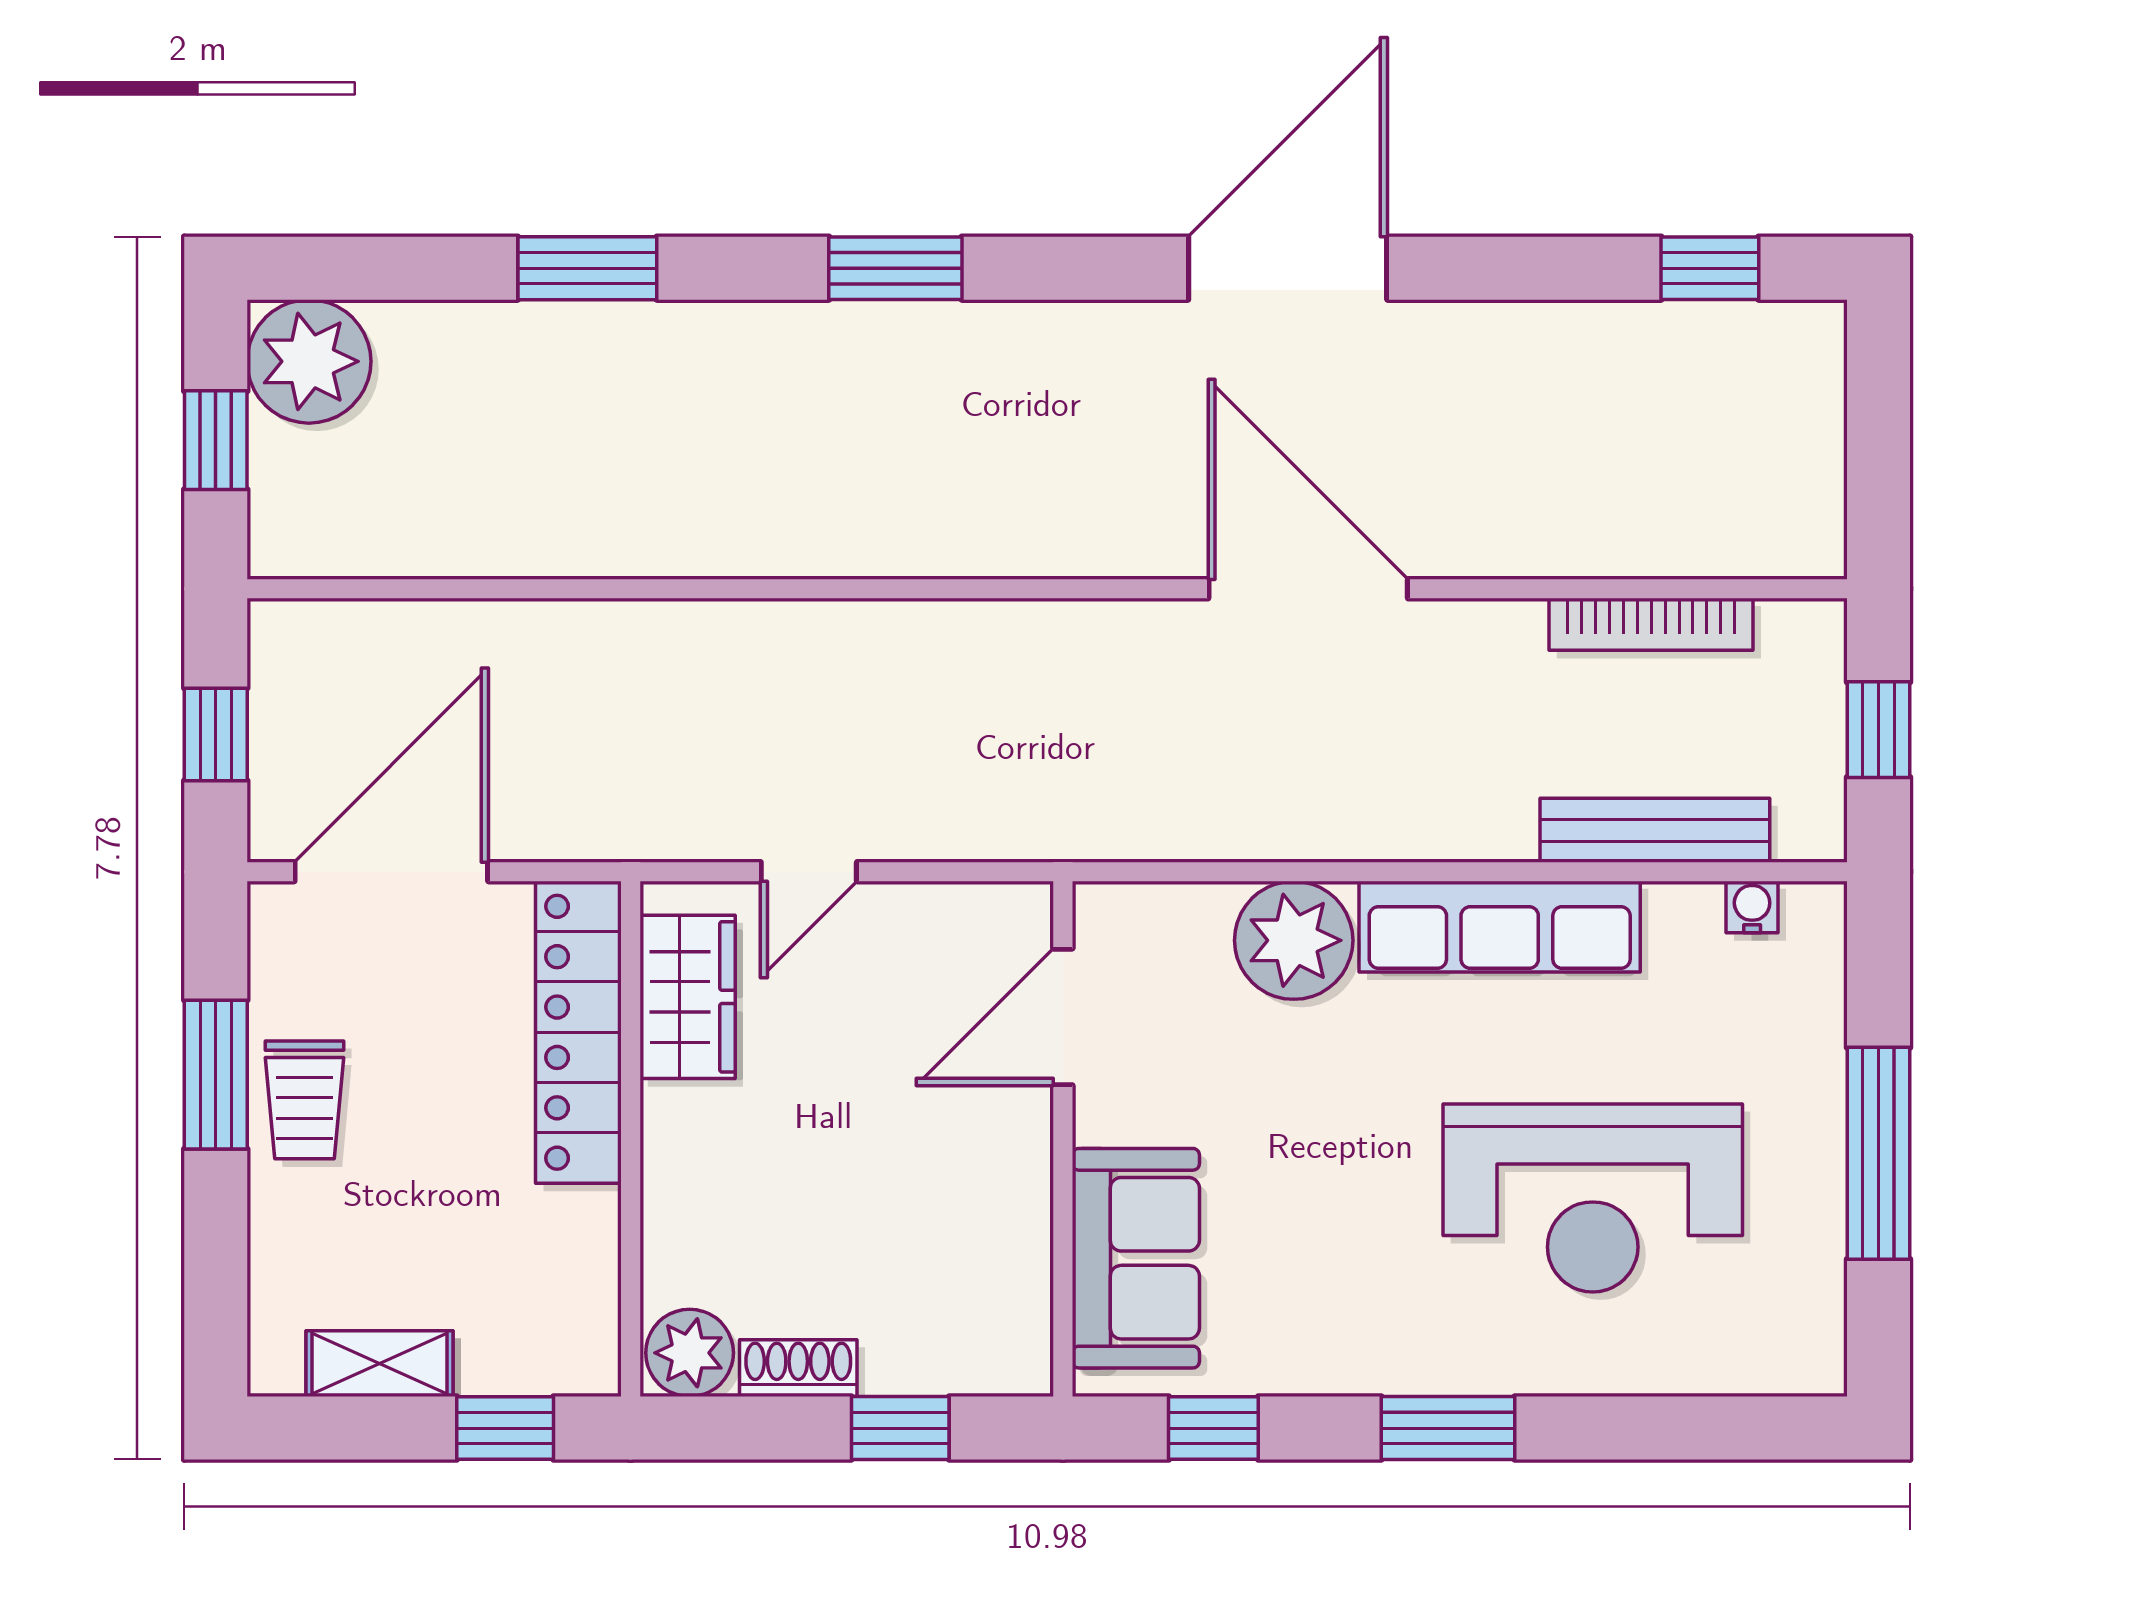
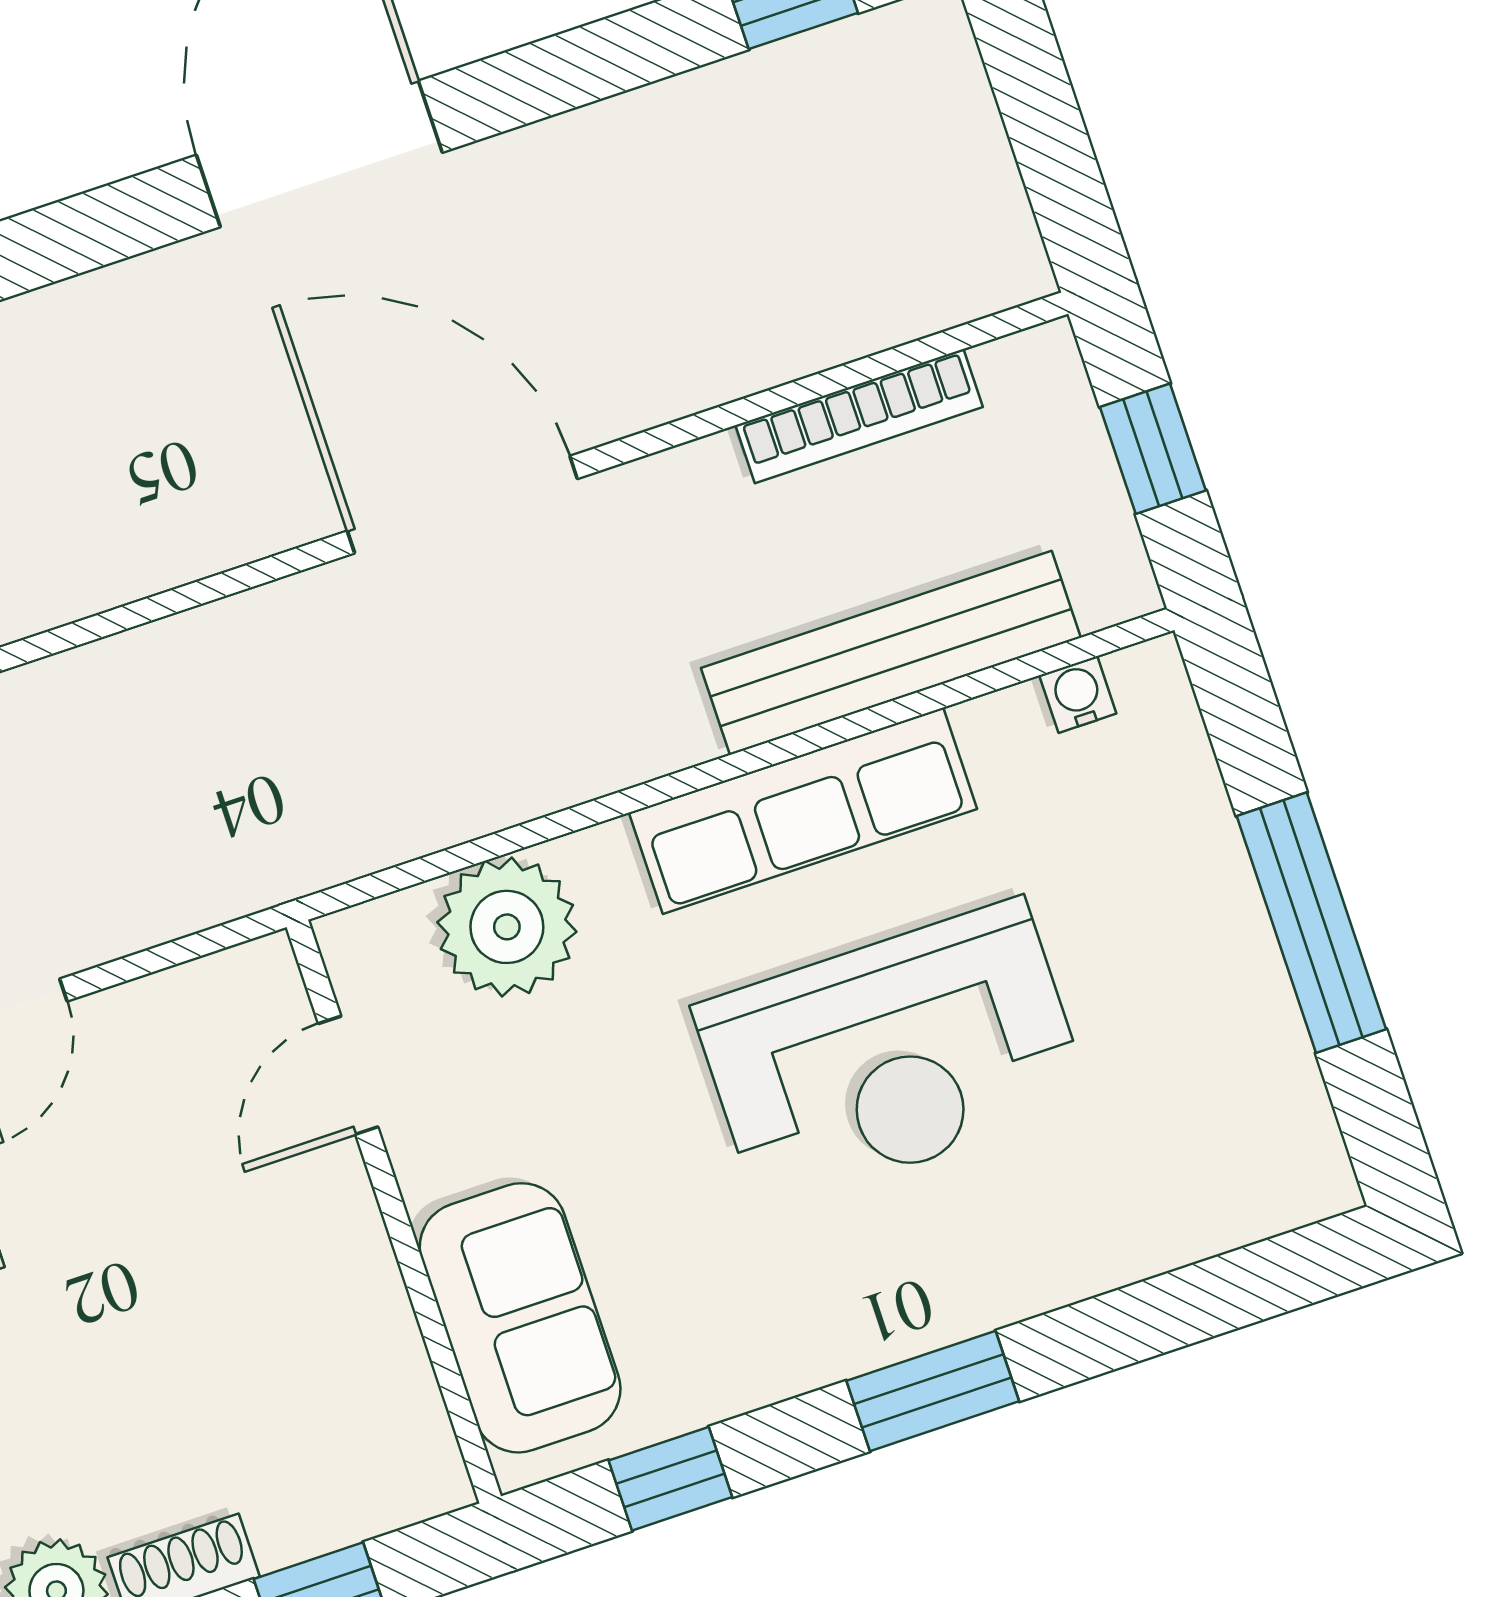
bench: (1655, 830) -> (891, 653), width x1.37, depth x1.21
plant: (1294, 940) -> (507, 927), moved
door: (1063, 1017) -> (348, 1075), width x0.73
reception desk: (1593, 1198) -> (892, 1055), moved

